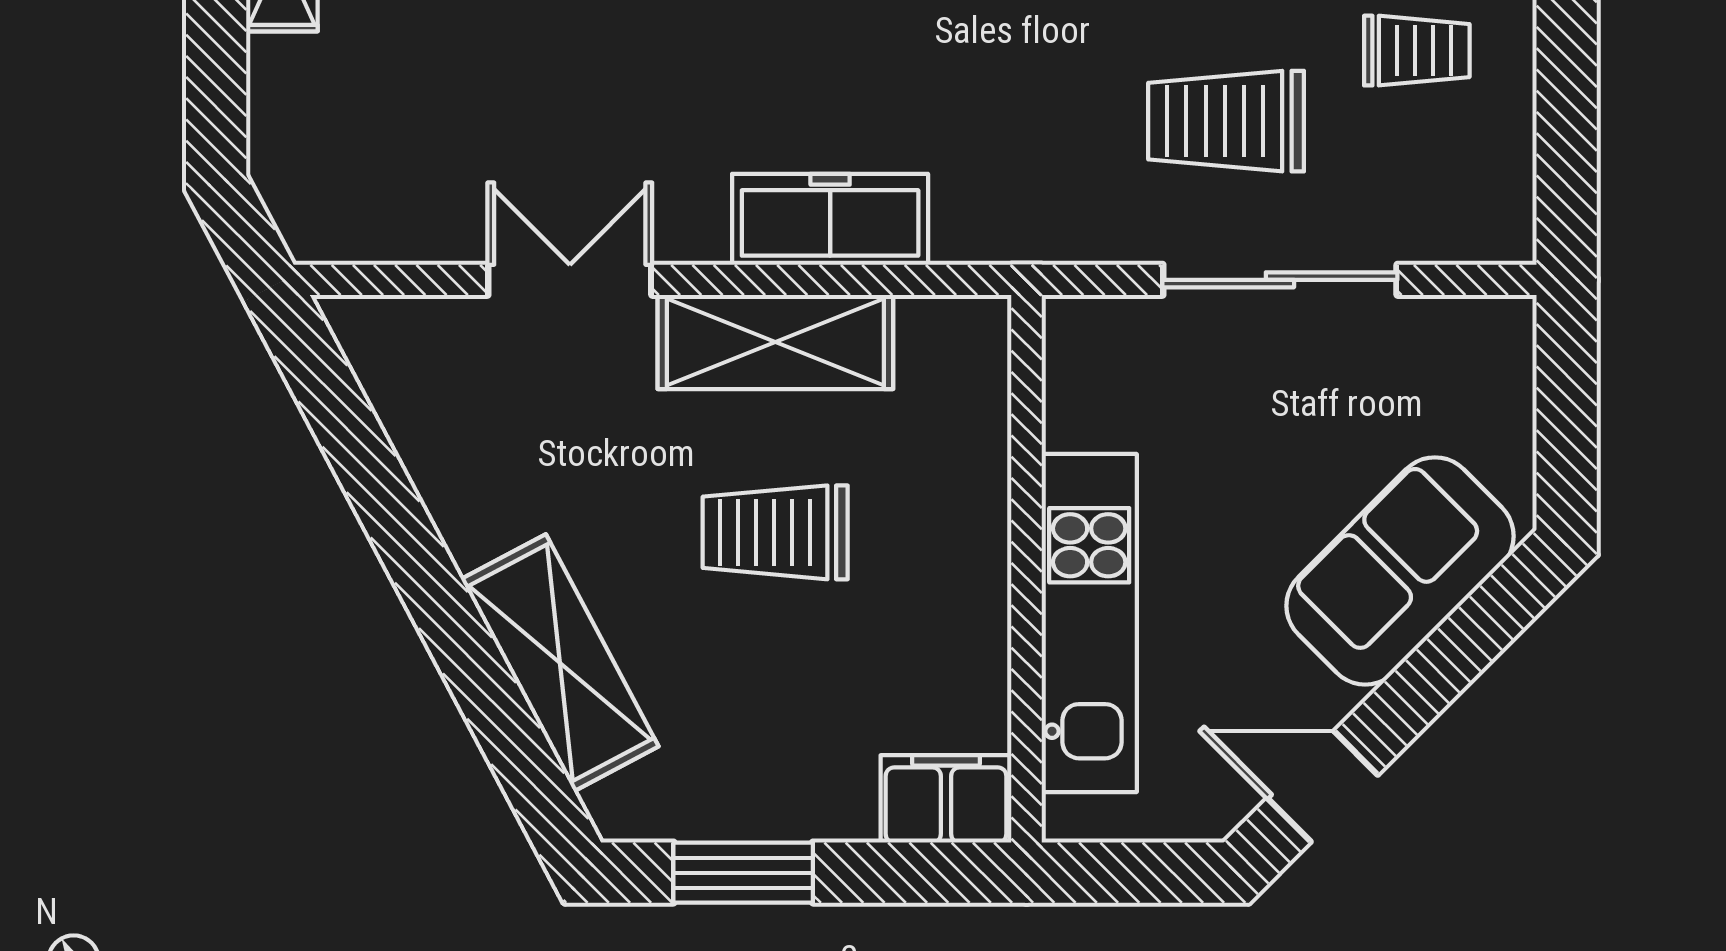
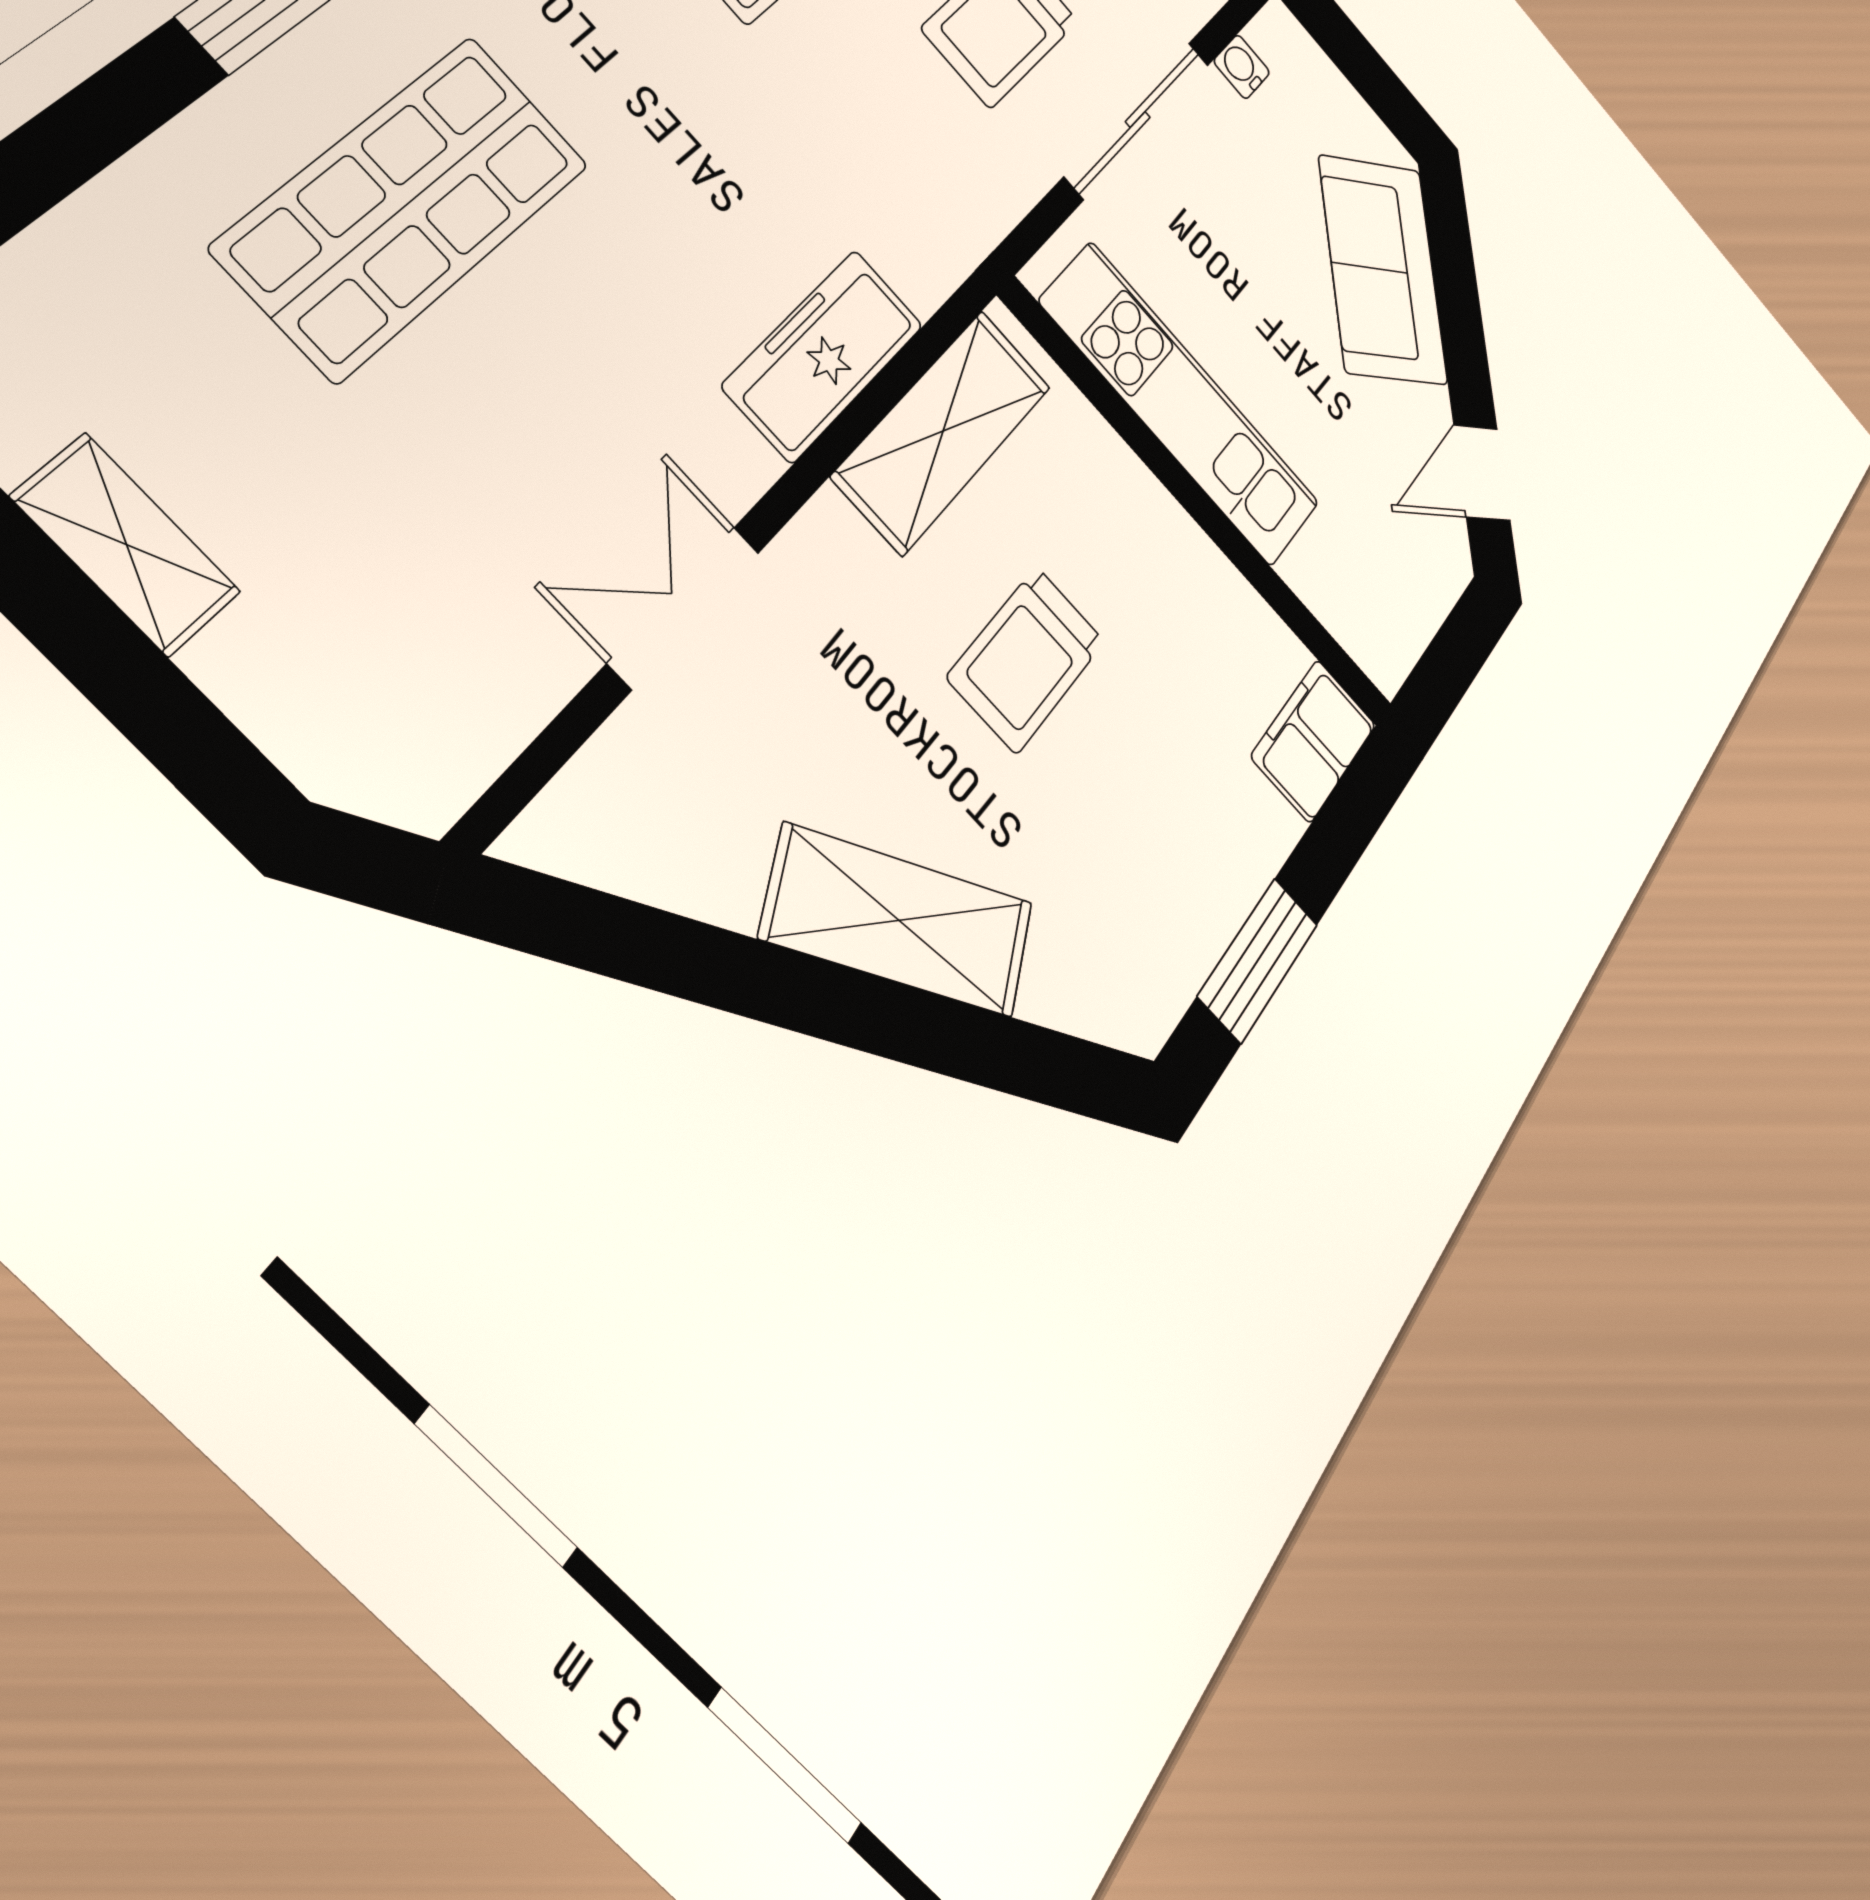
water cooler: (1432, 321) -> (1242, 67), added
shelving: (775, 342) -> (943, 431), moved
kitchen unit: (1089, 623) -> (1181, 404), moved
shelving: (560, 663) -> (899, 920), moved

